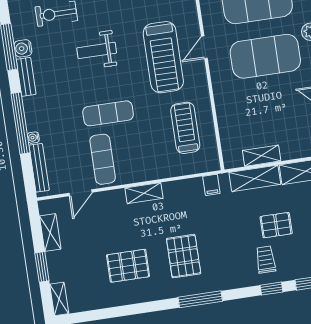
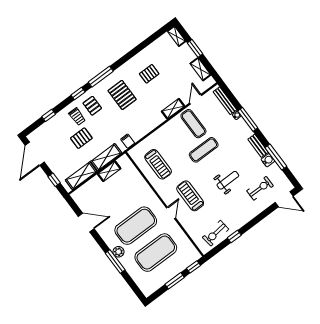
treadmill: (163, 57) -> (190, 196), width x0.73, depth x0.73
window: (20, 123) -> (248, 119), width x0.68
shelving: (144, 193) -> (173, 109), moved
pallet: (235, 264) -> (92, 106), added
pallet: (128, 266) -> (149, 74), width x0.67, depth x0.71
window: (271, 289) -> (78, 94), moved

